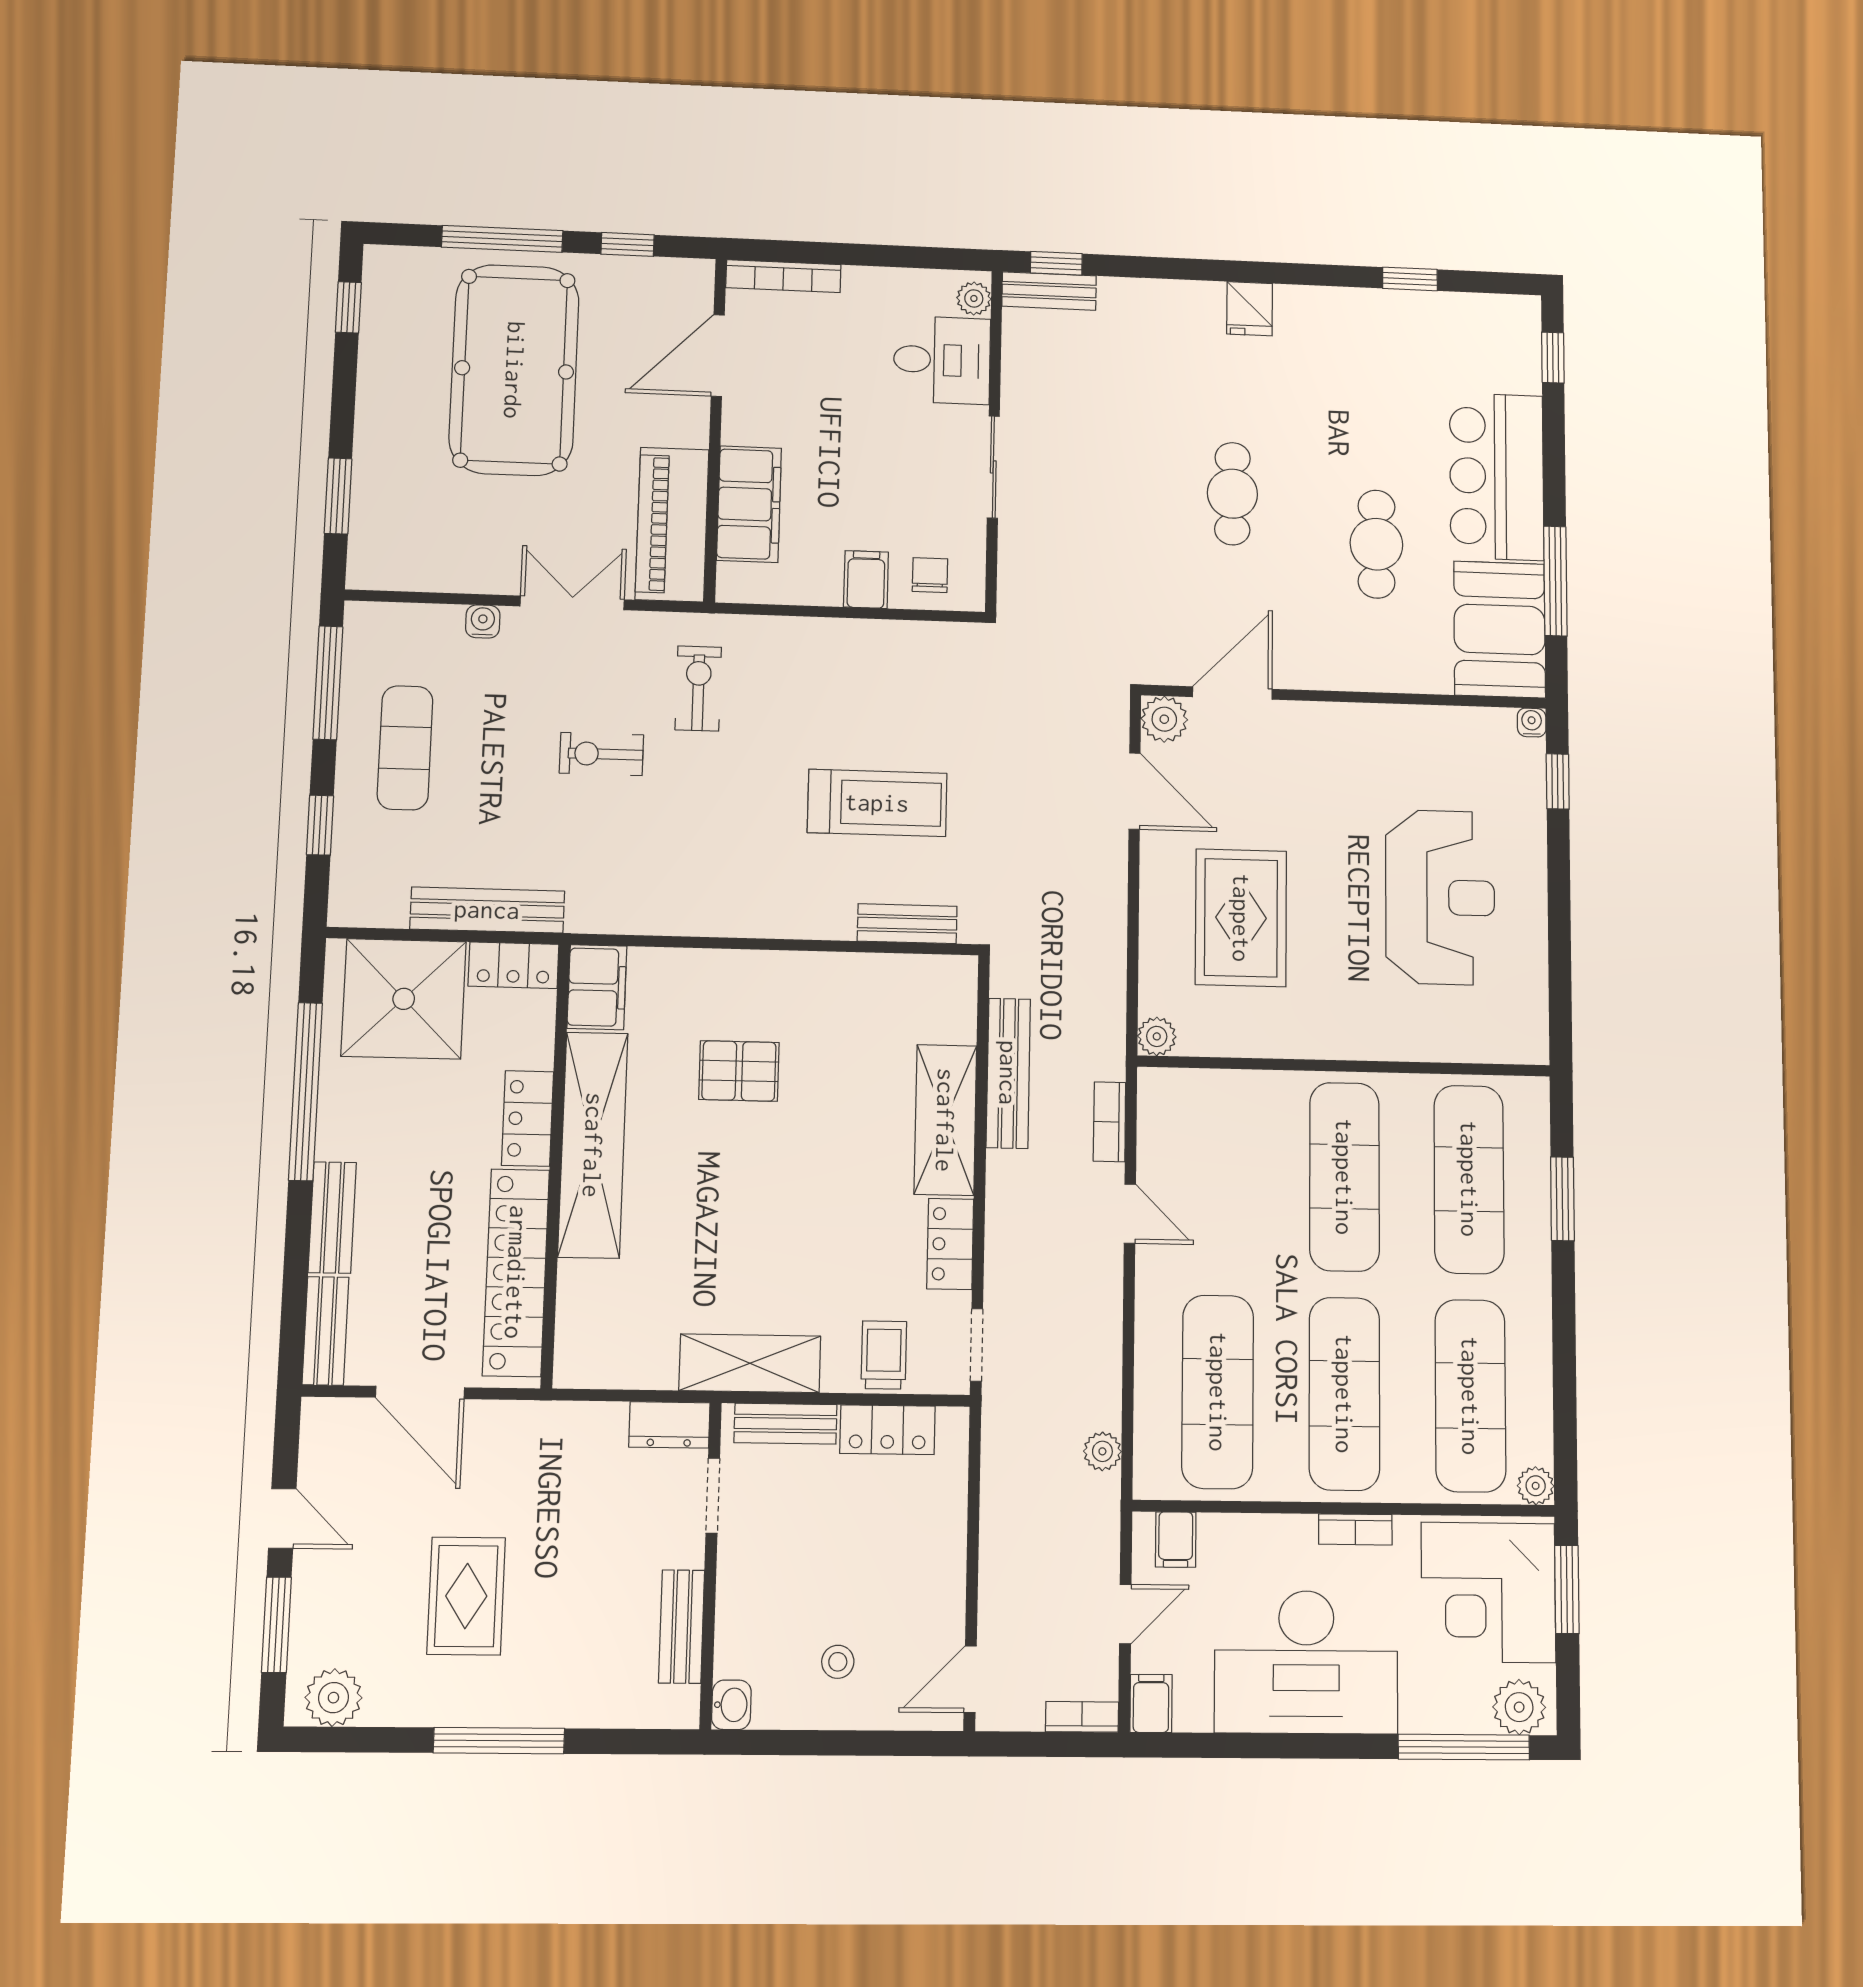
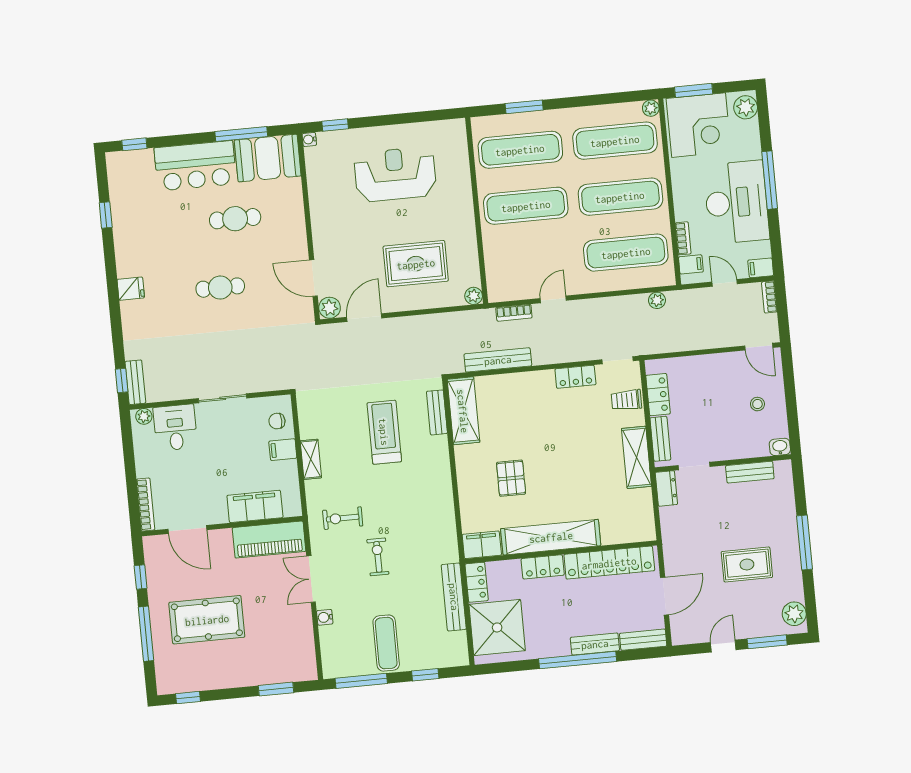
pool table: (514, 370) -> (207, 620), width x0.73, depth x0.76
shelving: (837, 637) -> (311, 459), added
exercise mat: (405, 748) -> (386, 643), turned 90
exercise bike: (601, 754) -> (378, 557), turned 180
window: (306, 1091) -> (578, 660), moved
shelving: (945, 1120) -> (463, 411), moved, turned 90
bookcase: (1355, 1529) -> (683, 238), moved
window: (1464, 1747) -> (770, 180), moved

